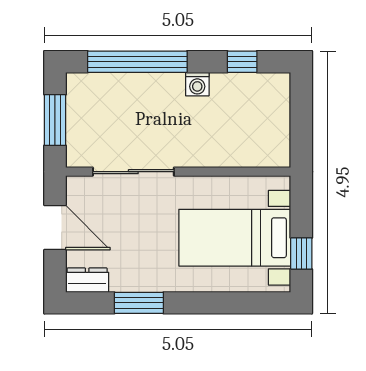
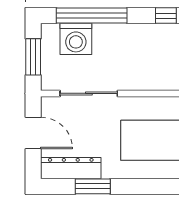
washing machine: (197, 84) -> (76, 39), moved, width x1.89, depth x1.89
dresser: (87, 280) -> (71, 168), width x1.96, depth x1.24

